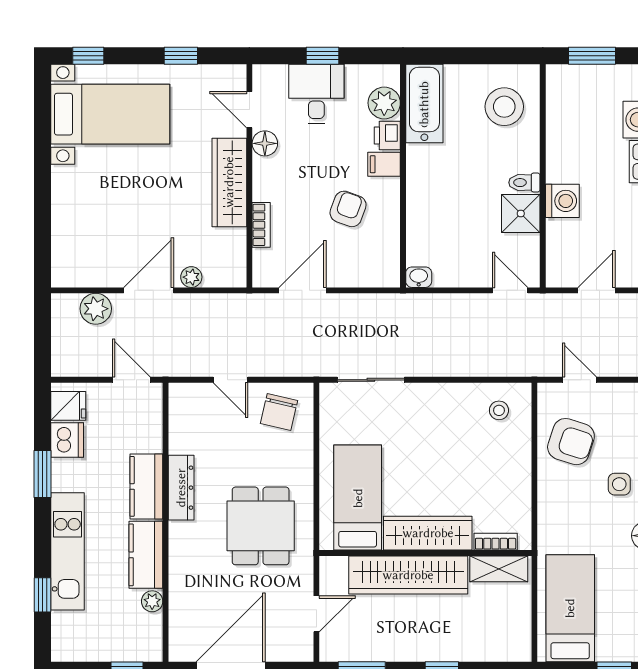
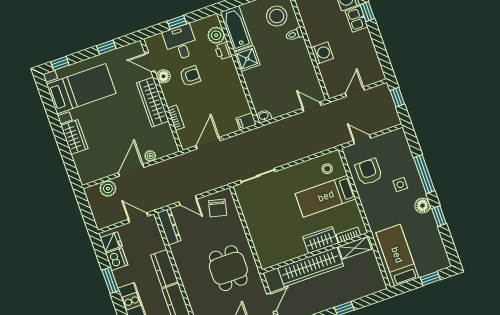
filing cabinet: (384, 164) -> (246, 121), moved
toilet: (524, 183) -> (294, 34), moved
wardrobe: (68, 196) -> (74, 137), added
armchair: (348, 209) -> (190, 76), moved, turned 70
shower: (521, 214) -> (247, 59), moved
armchair: (571, 442) -> (369, 172), turned -108
dresser: (181, 488) -> (169, 227), moved
bed: (358, 498) -> (326, 196), moved, turned -90
wardrobe: (428, 533) -> (320, 240), width x0.67

